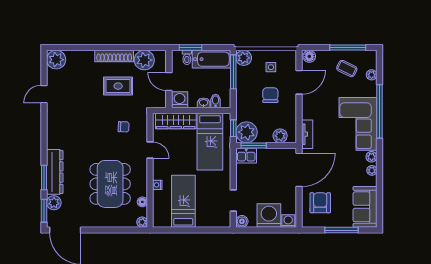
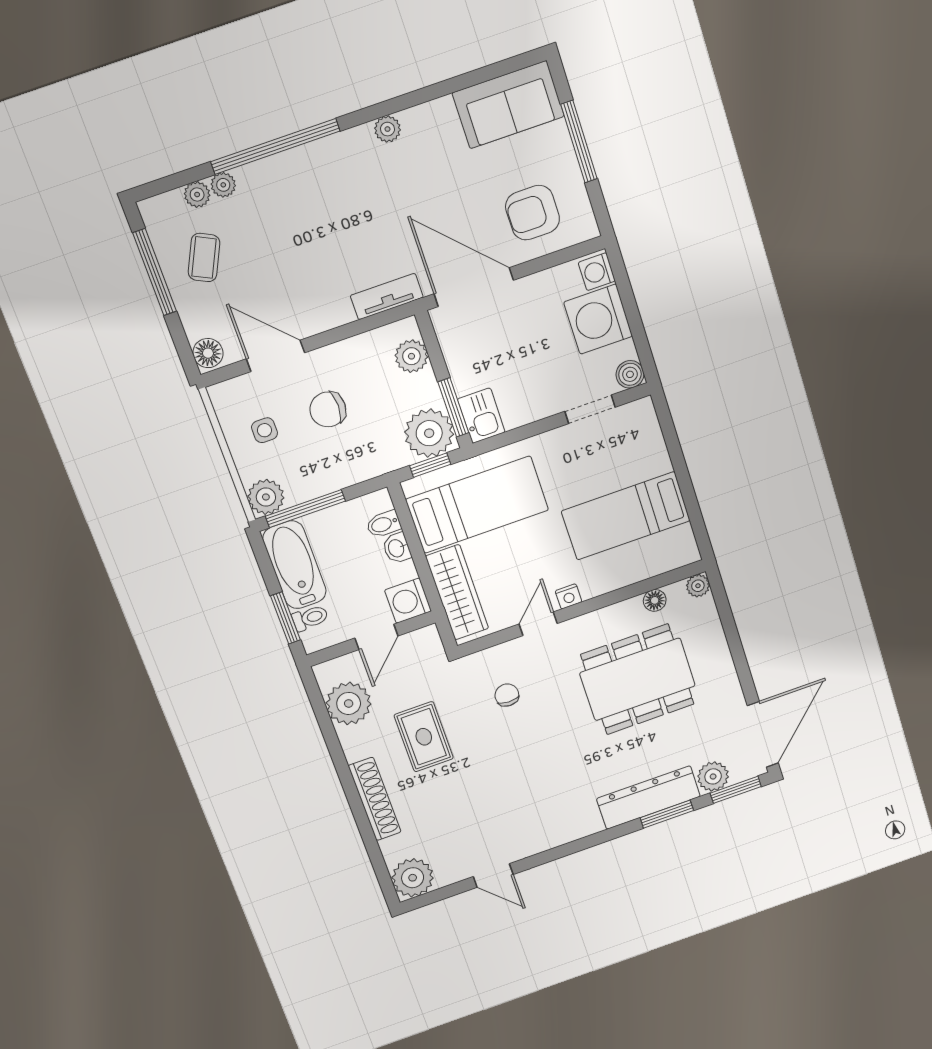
shoe rack: (114, 56) -> (375, 799), moved
corner sofa: (358, 124) -> (322, 187), removed
plant: (372, 170) -> (223, 185), moved
nightstand: (157, 185) -> (569, 596), moved

